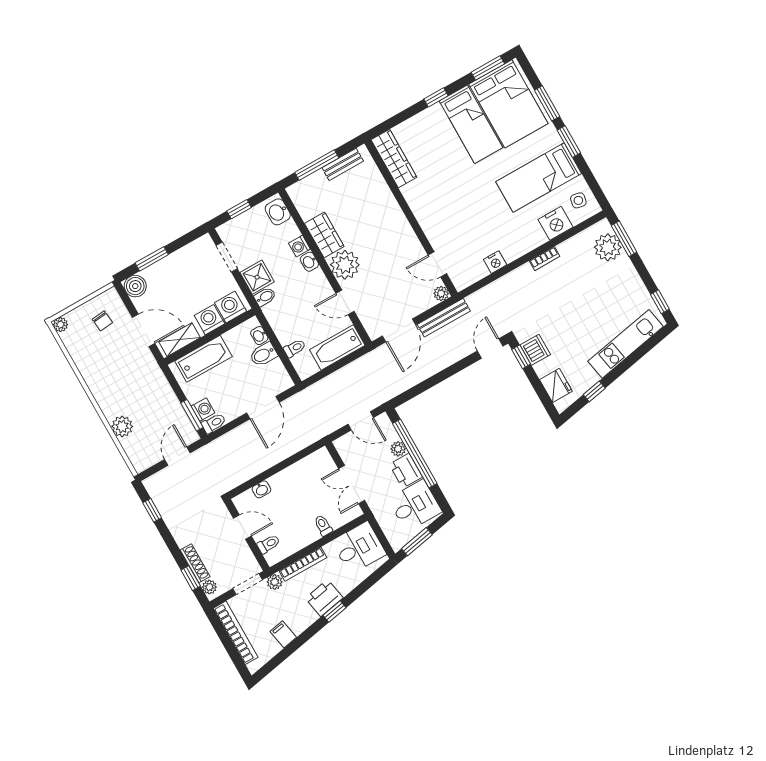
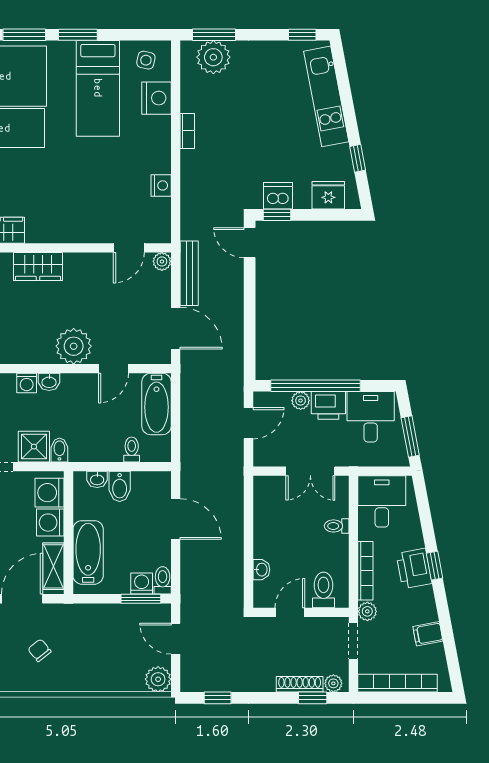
wardrobe: (324, 235) -> (38, 267), moved, turned 180
chair: (114, 364) -> (39, 650), added
plant: (122, 426) -> (158, 679), moved
toilet: (269, 544) -> (323, 590), width x1.37, depth x1.39

